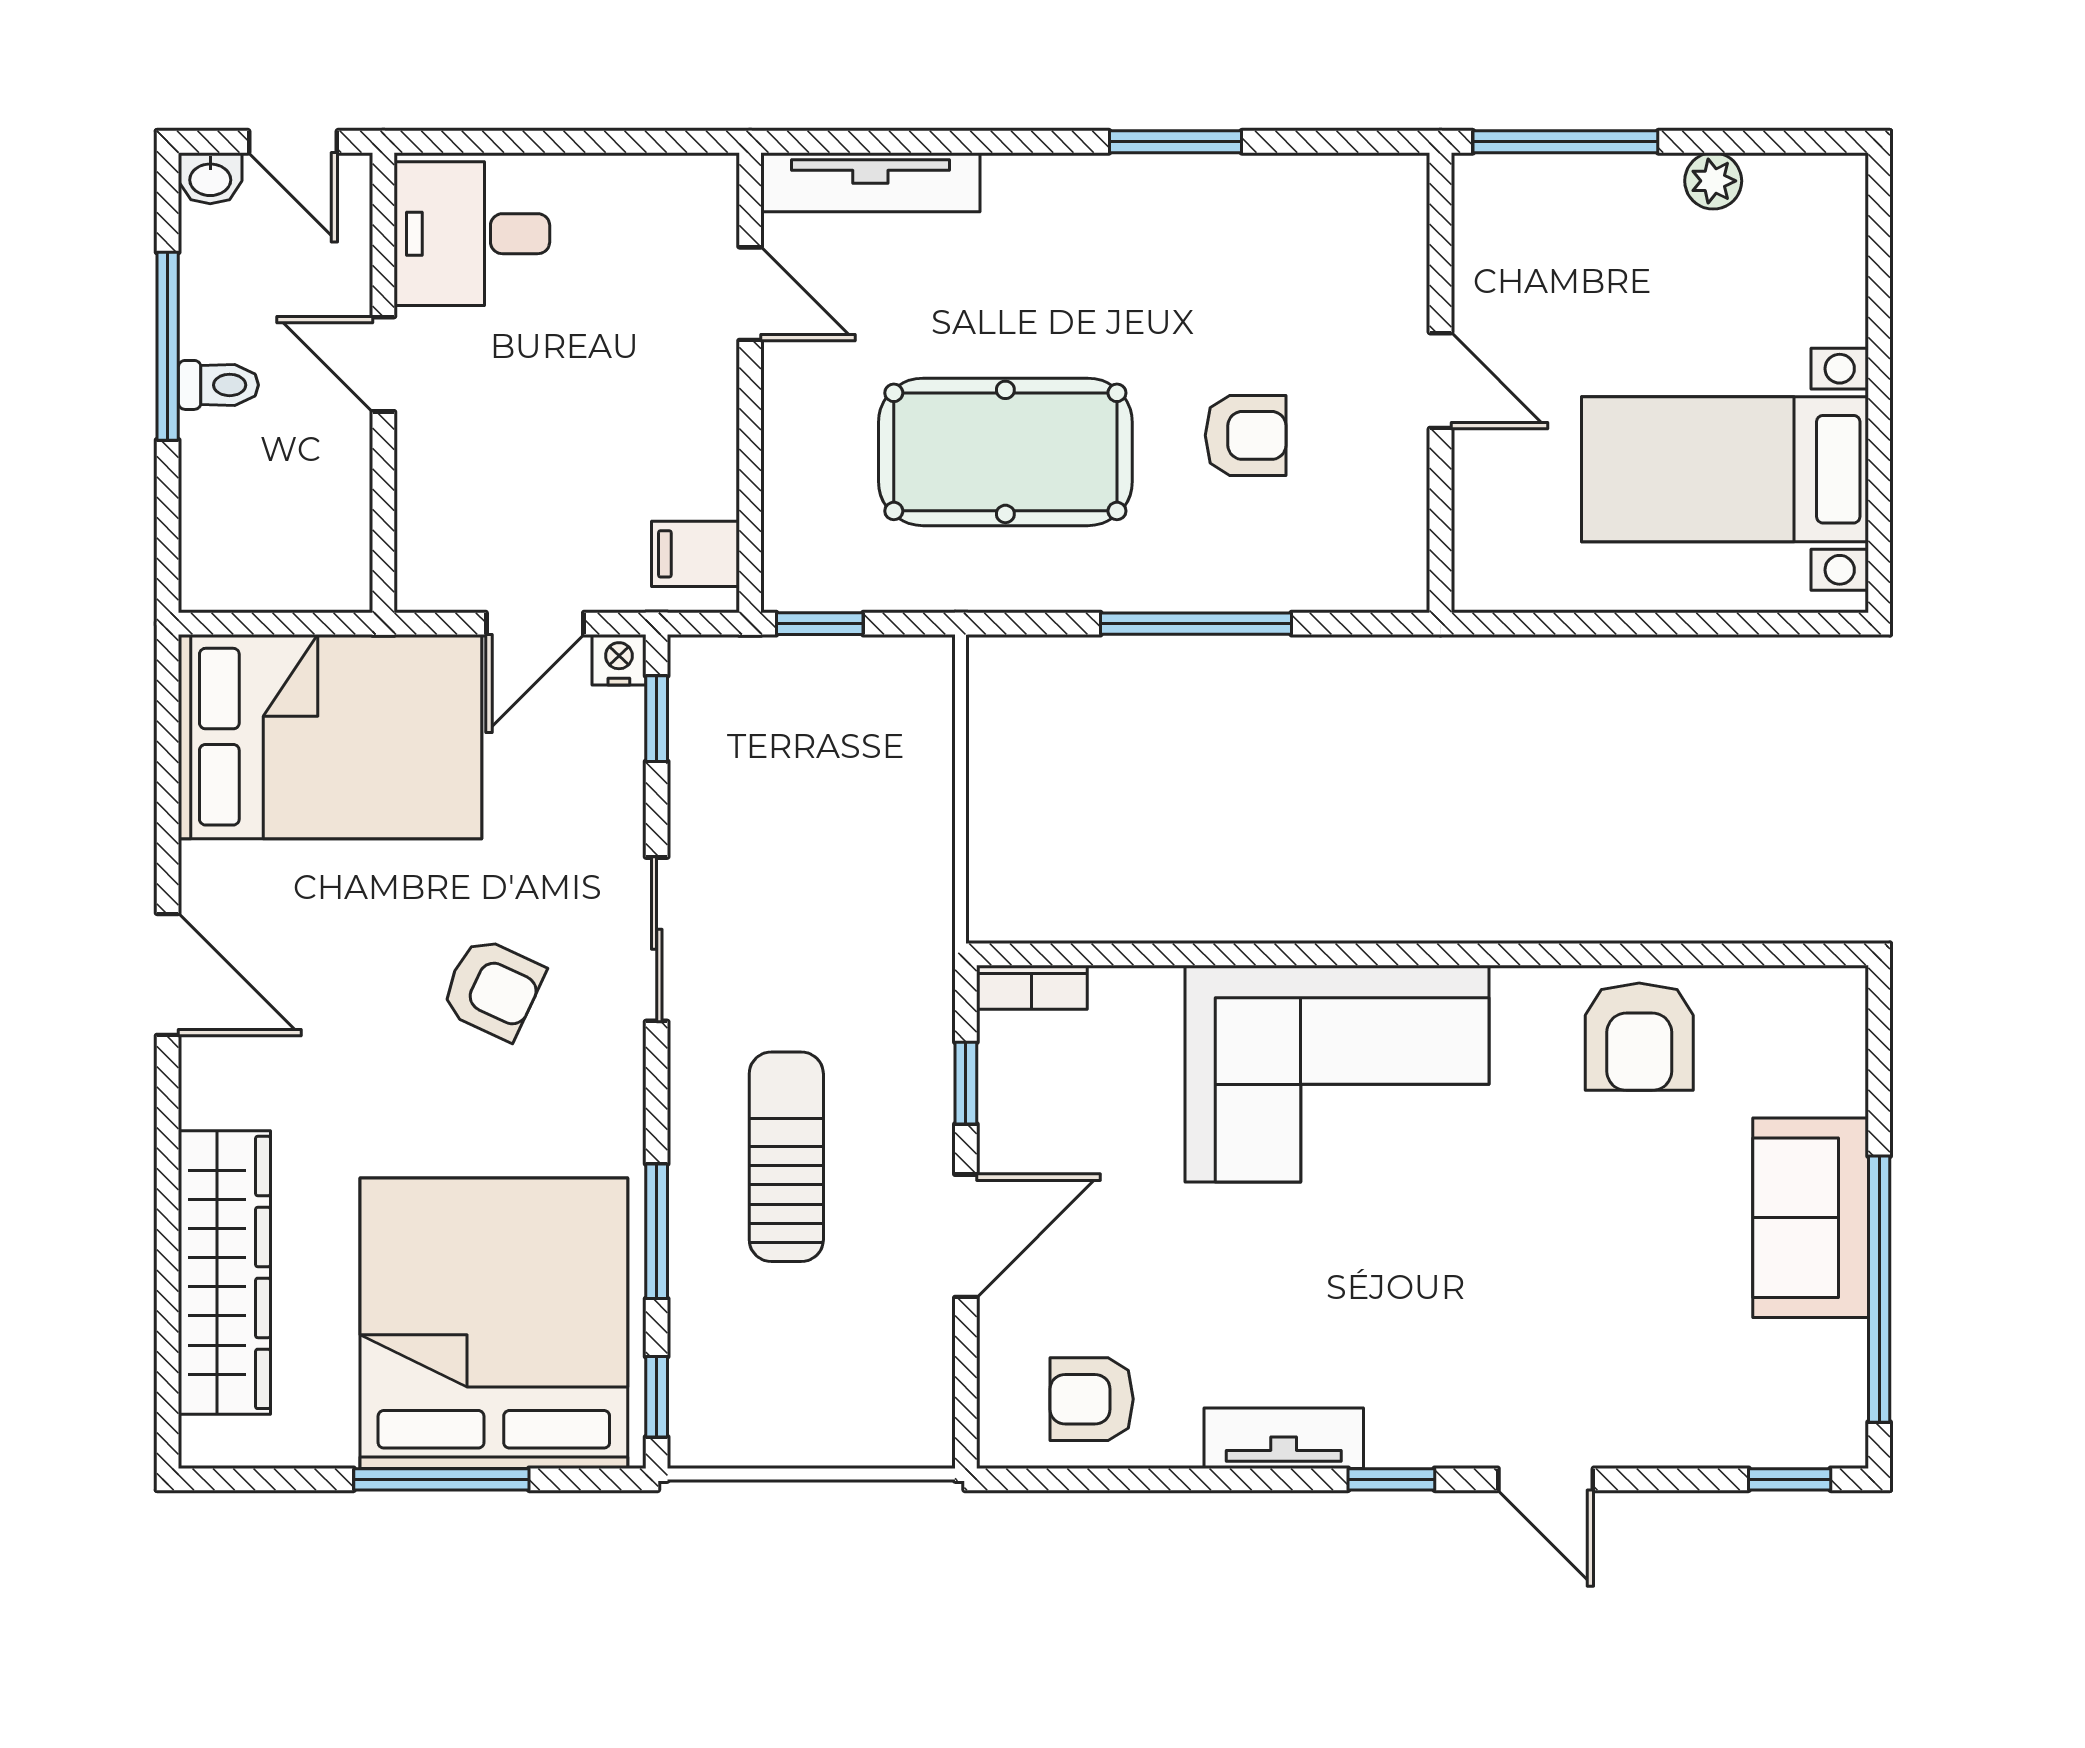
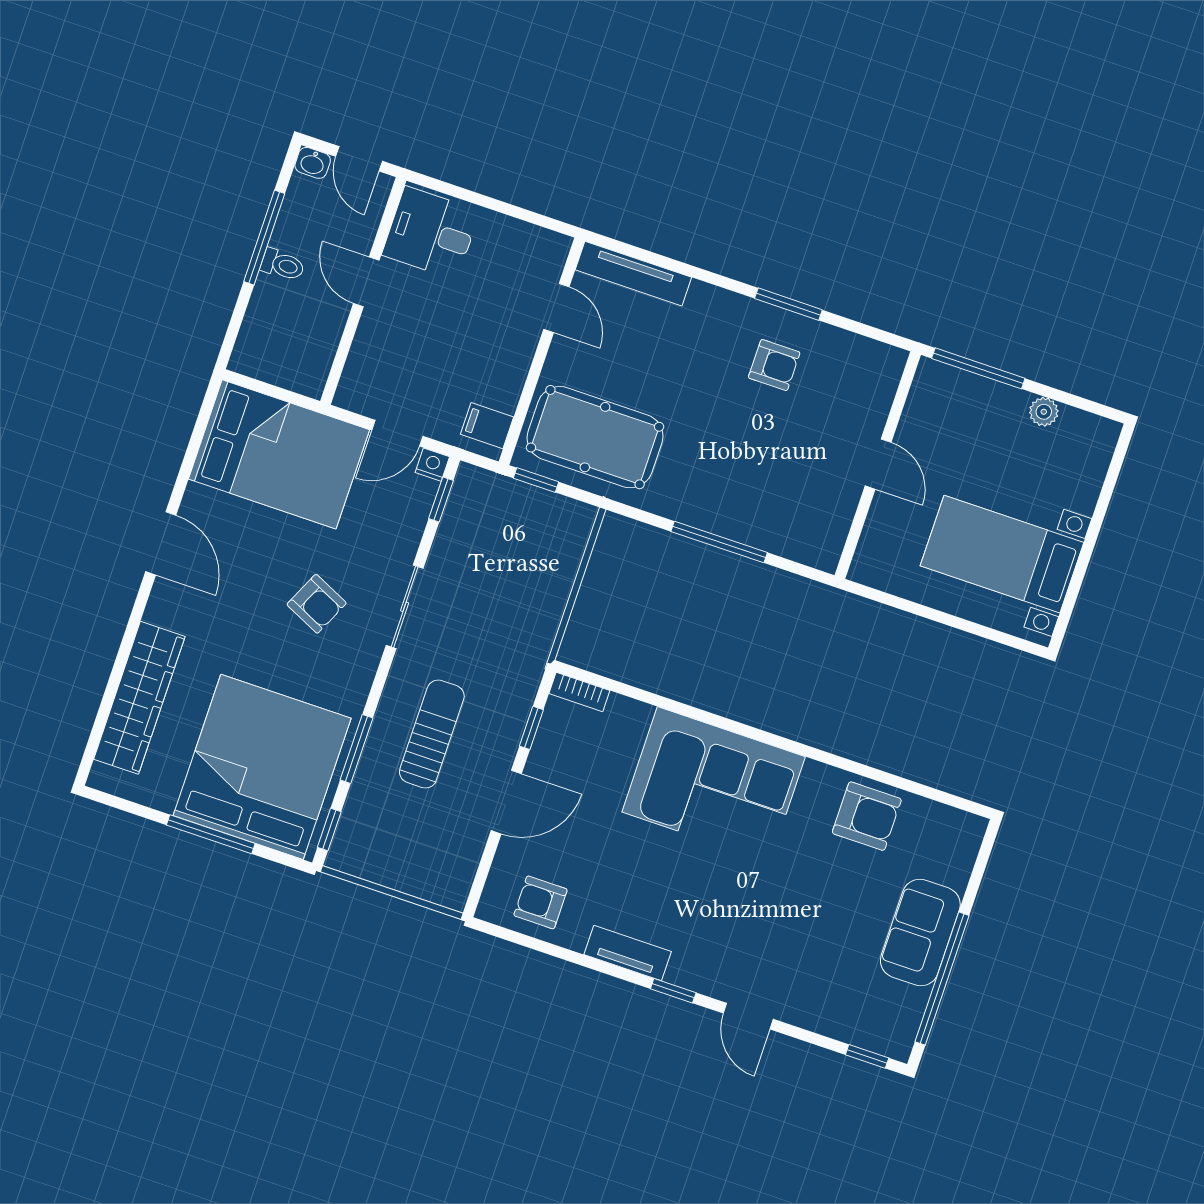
armchair: (1246, 435) -> (774, 365), moved
pool table: (1005, 452) -> (595, 437), moved
armchair: (1639, 1037) -> (867, 816), turned -90

